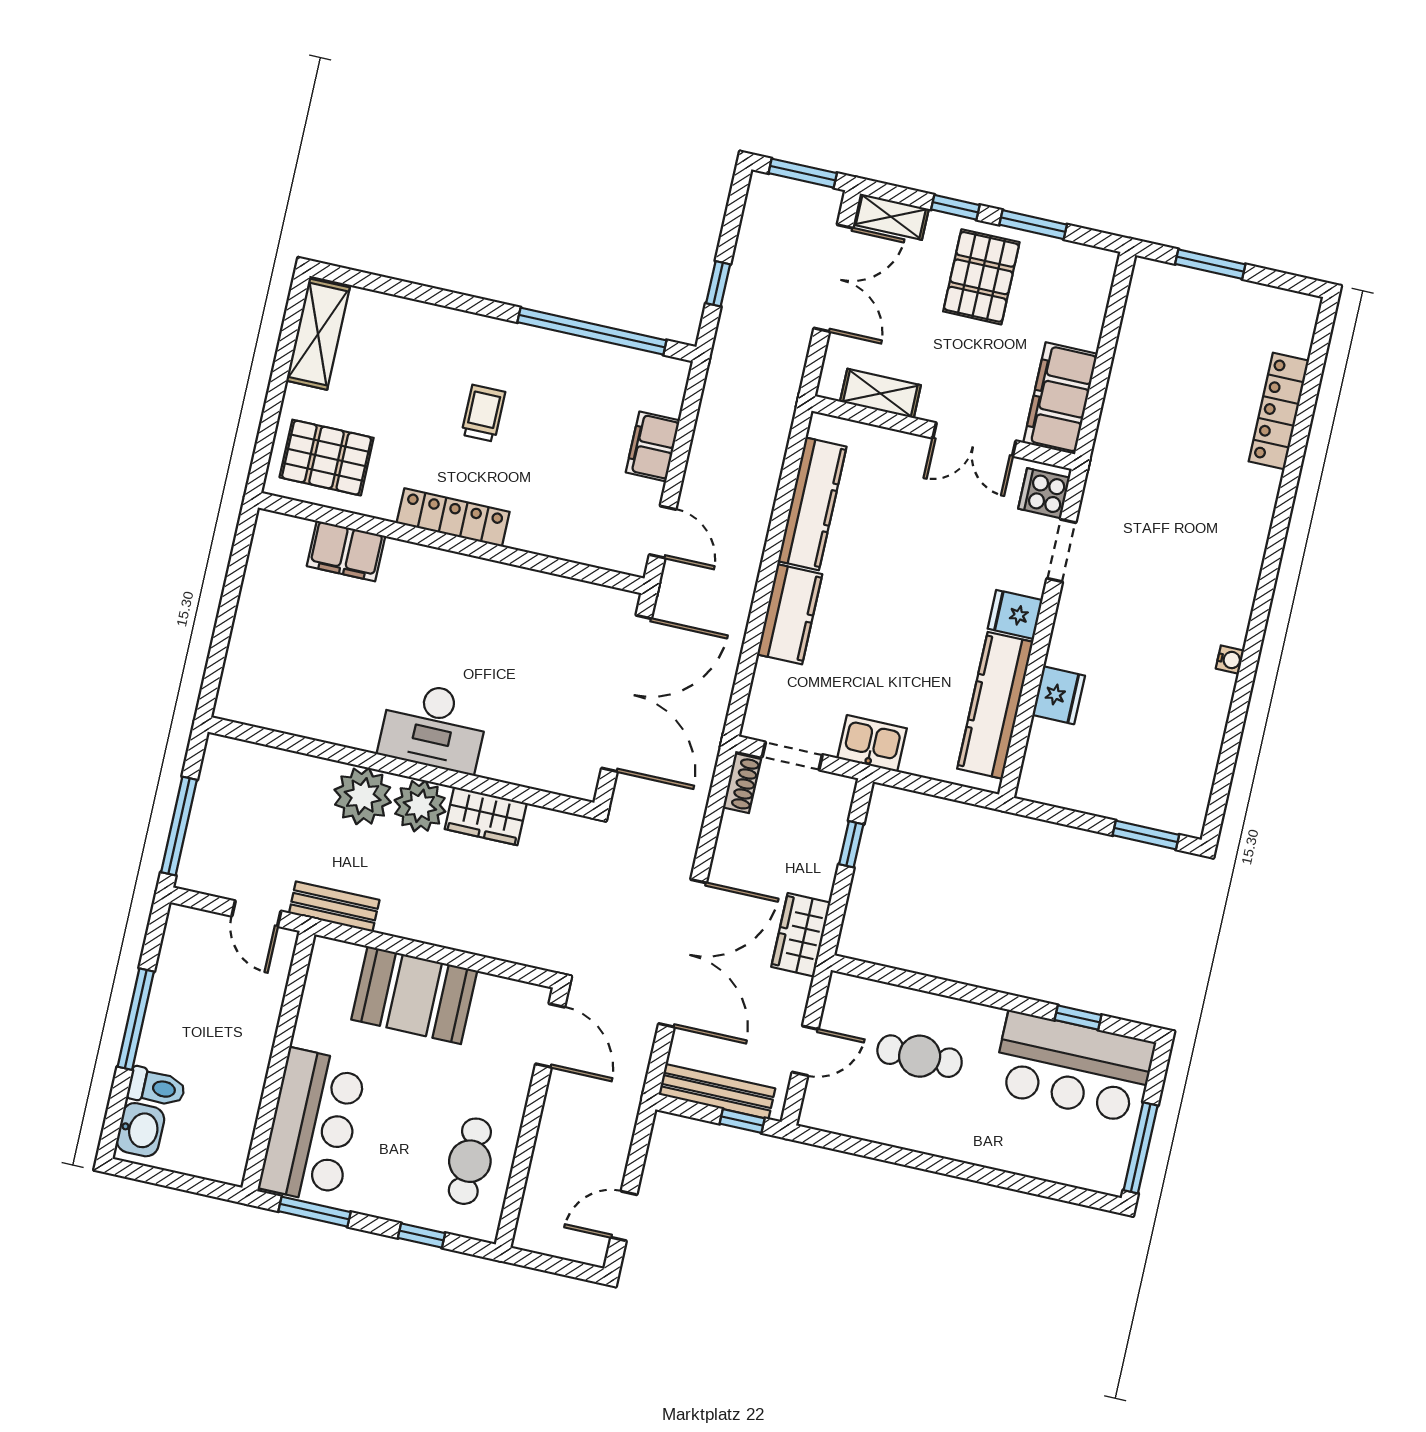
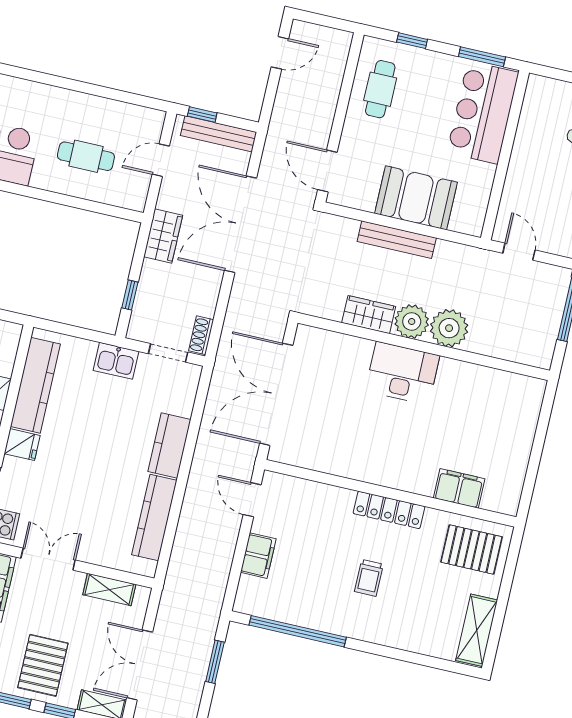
window: (718, 284) -> (215, 662), width x1.50
bench: (334, 907) -> (397, 240), moved, width x1.36

